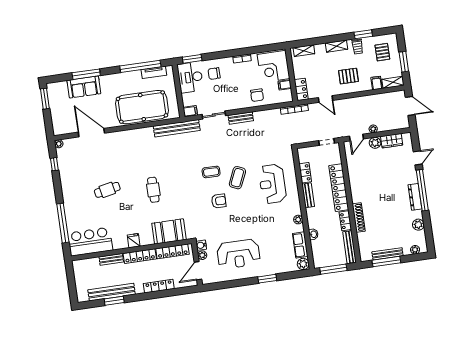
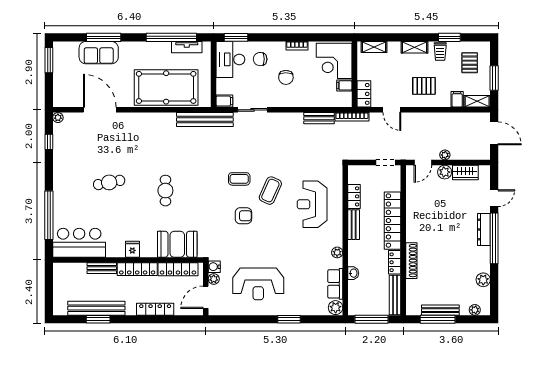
chair: (257, 95) -> (286, 77), moved
bench: (241, 118) -> (319, 118), moved
dresser: (415, 197) -> (484, 230), moved

